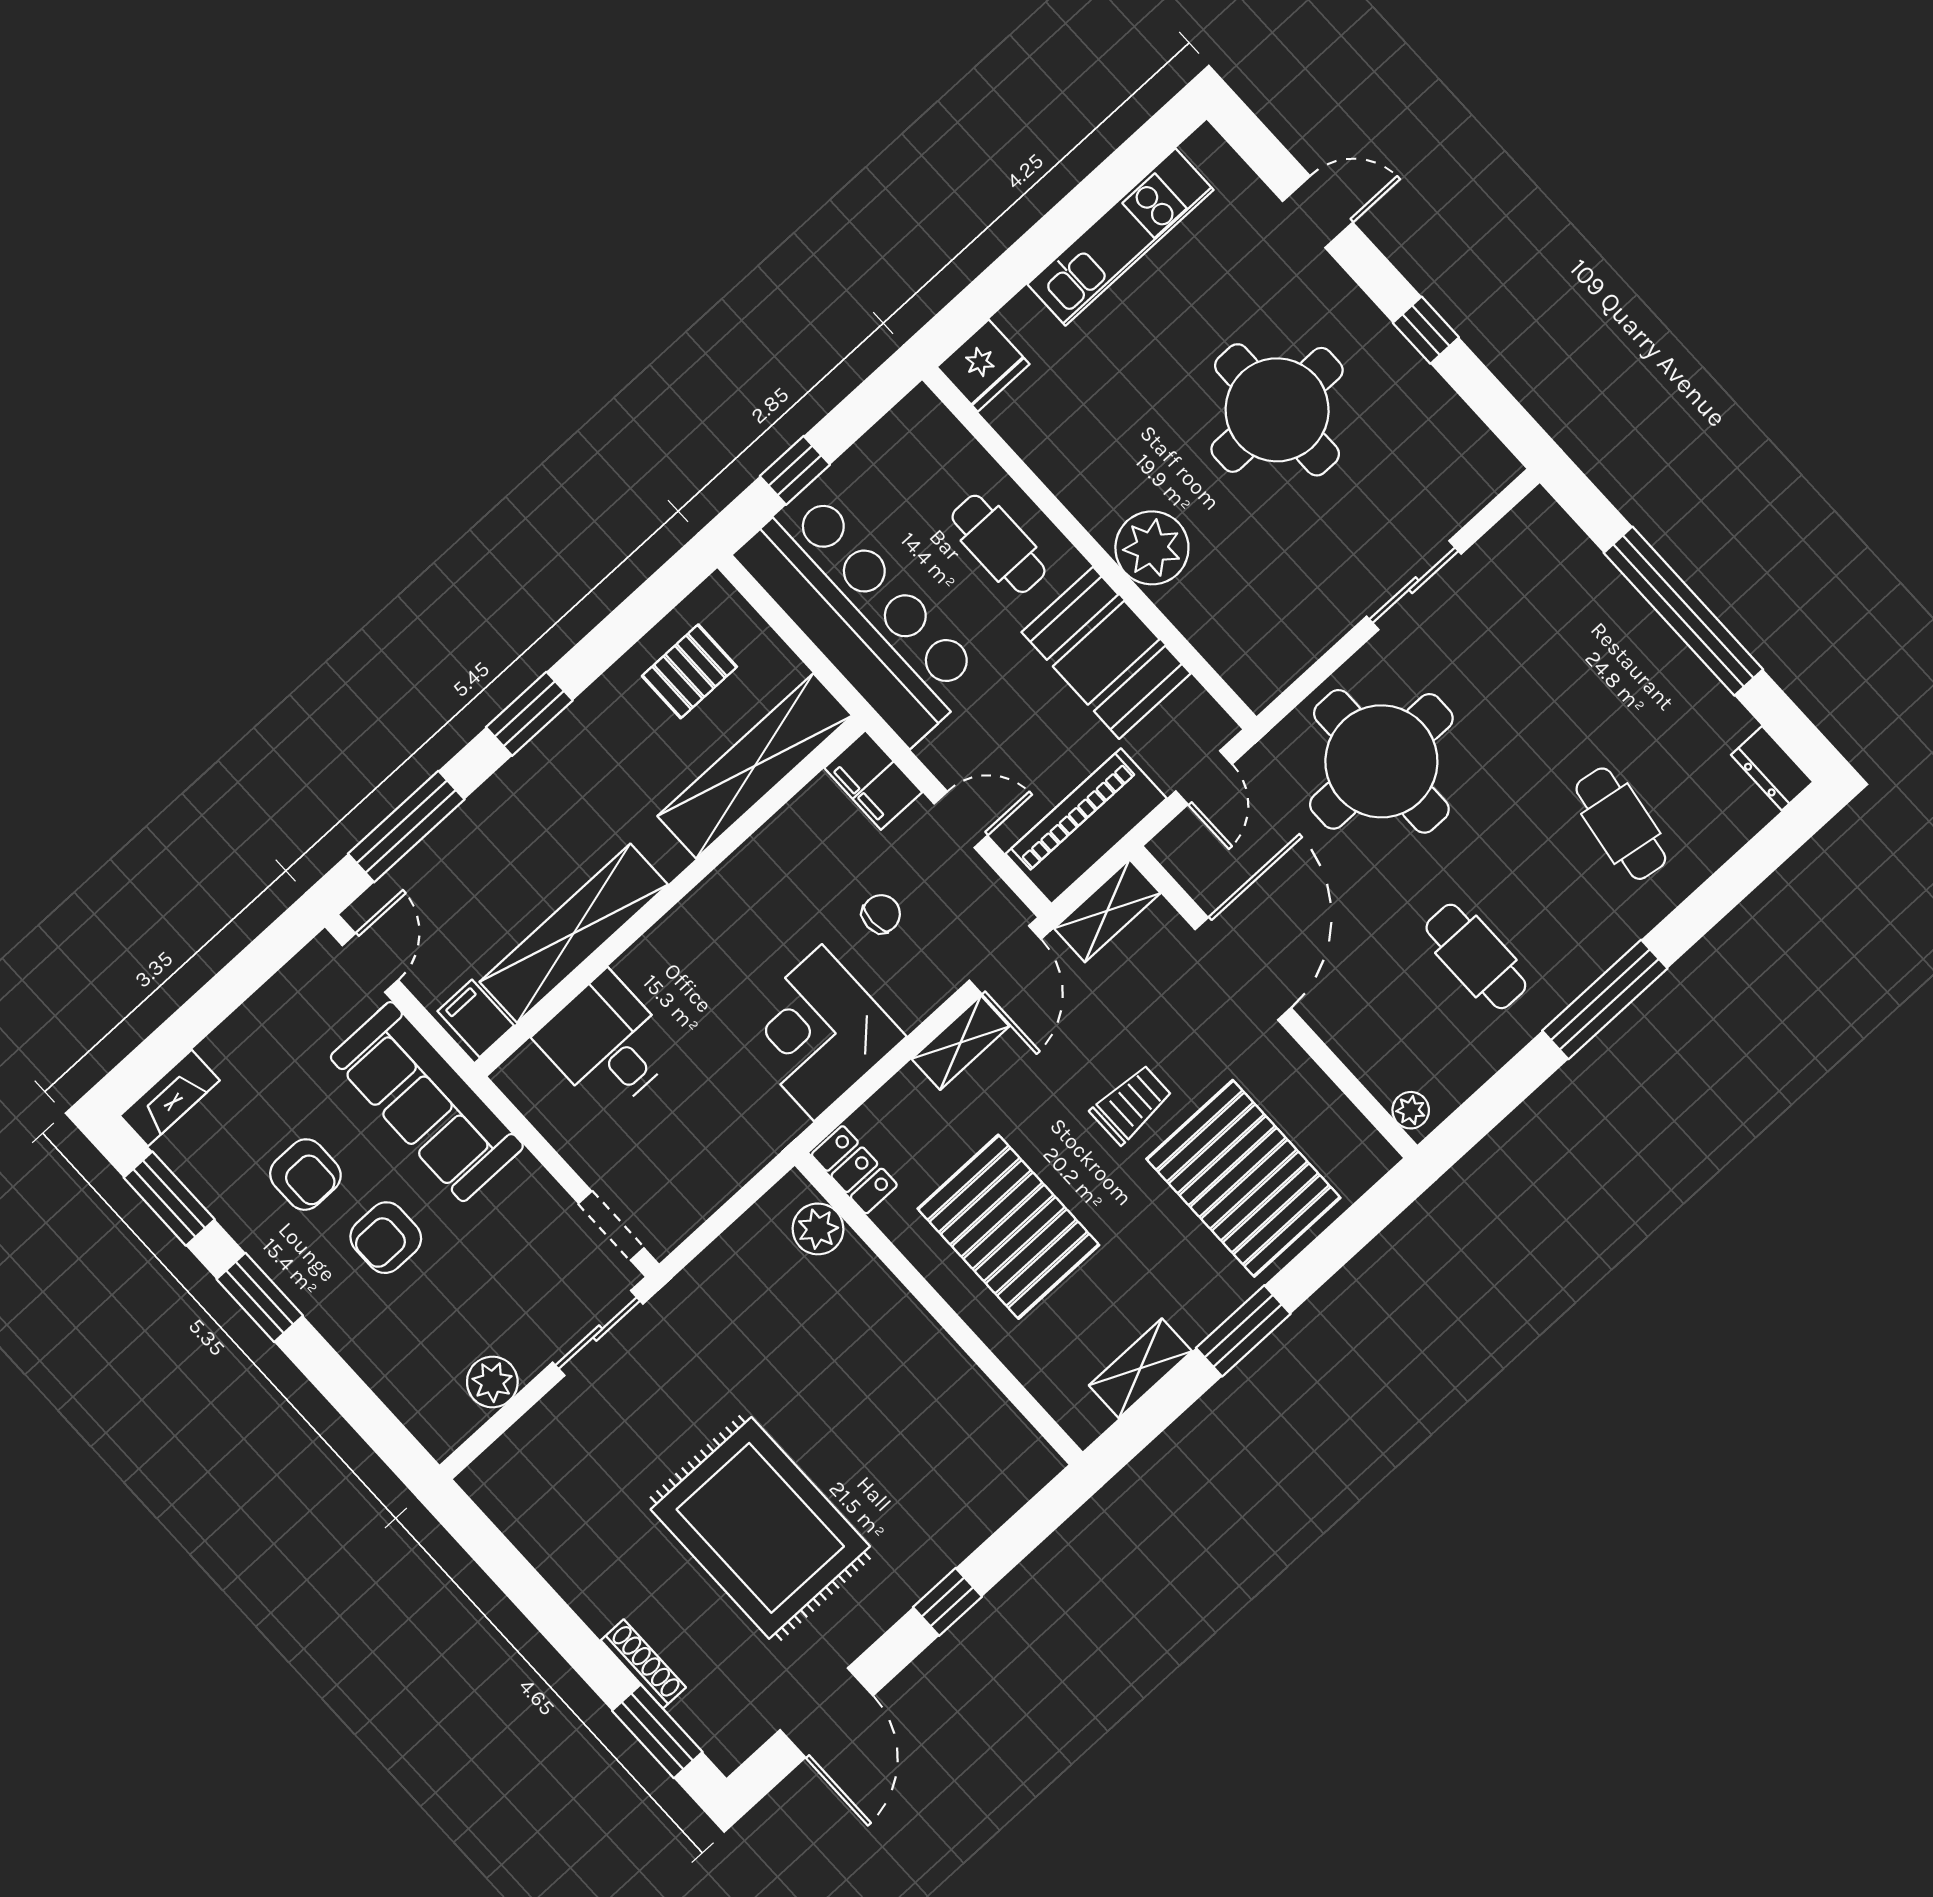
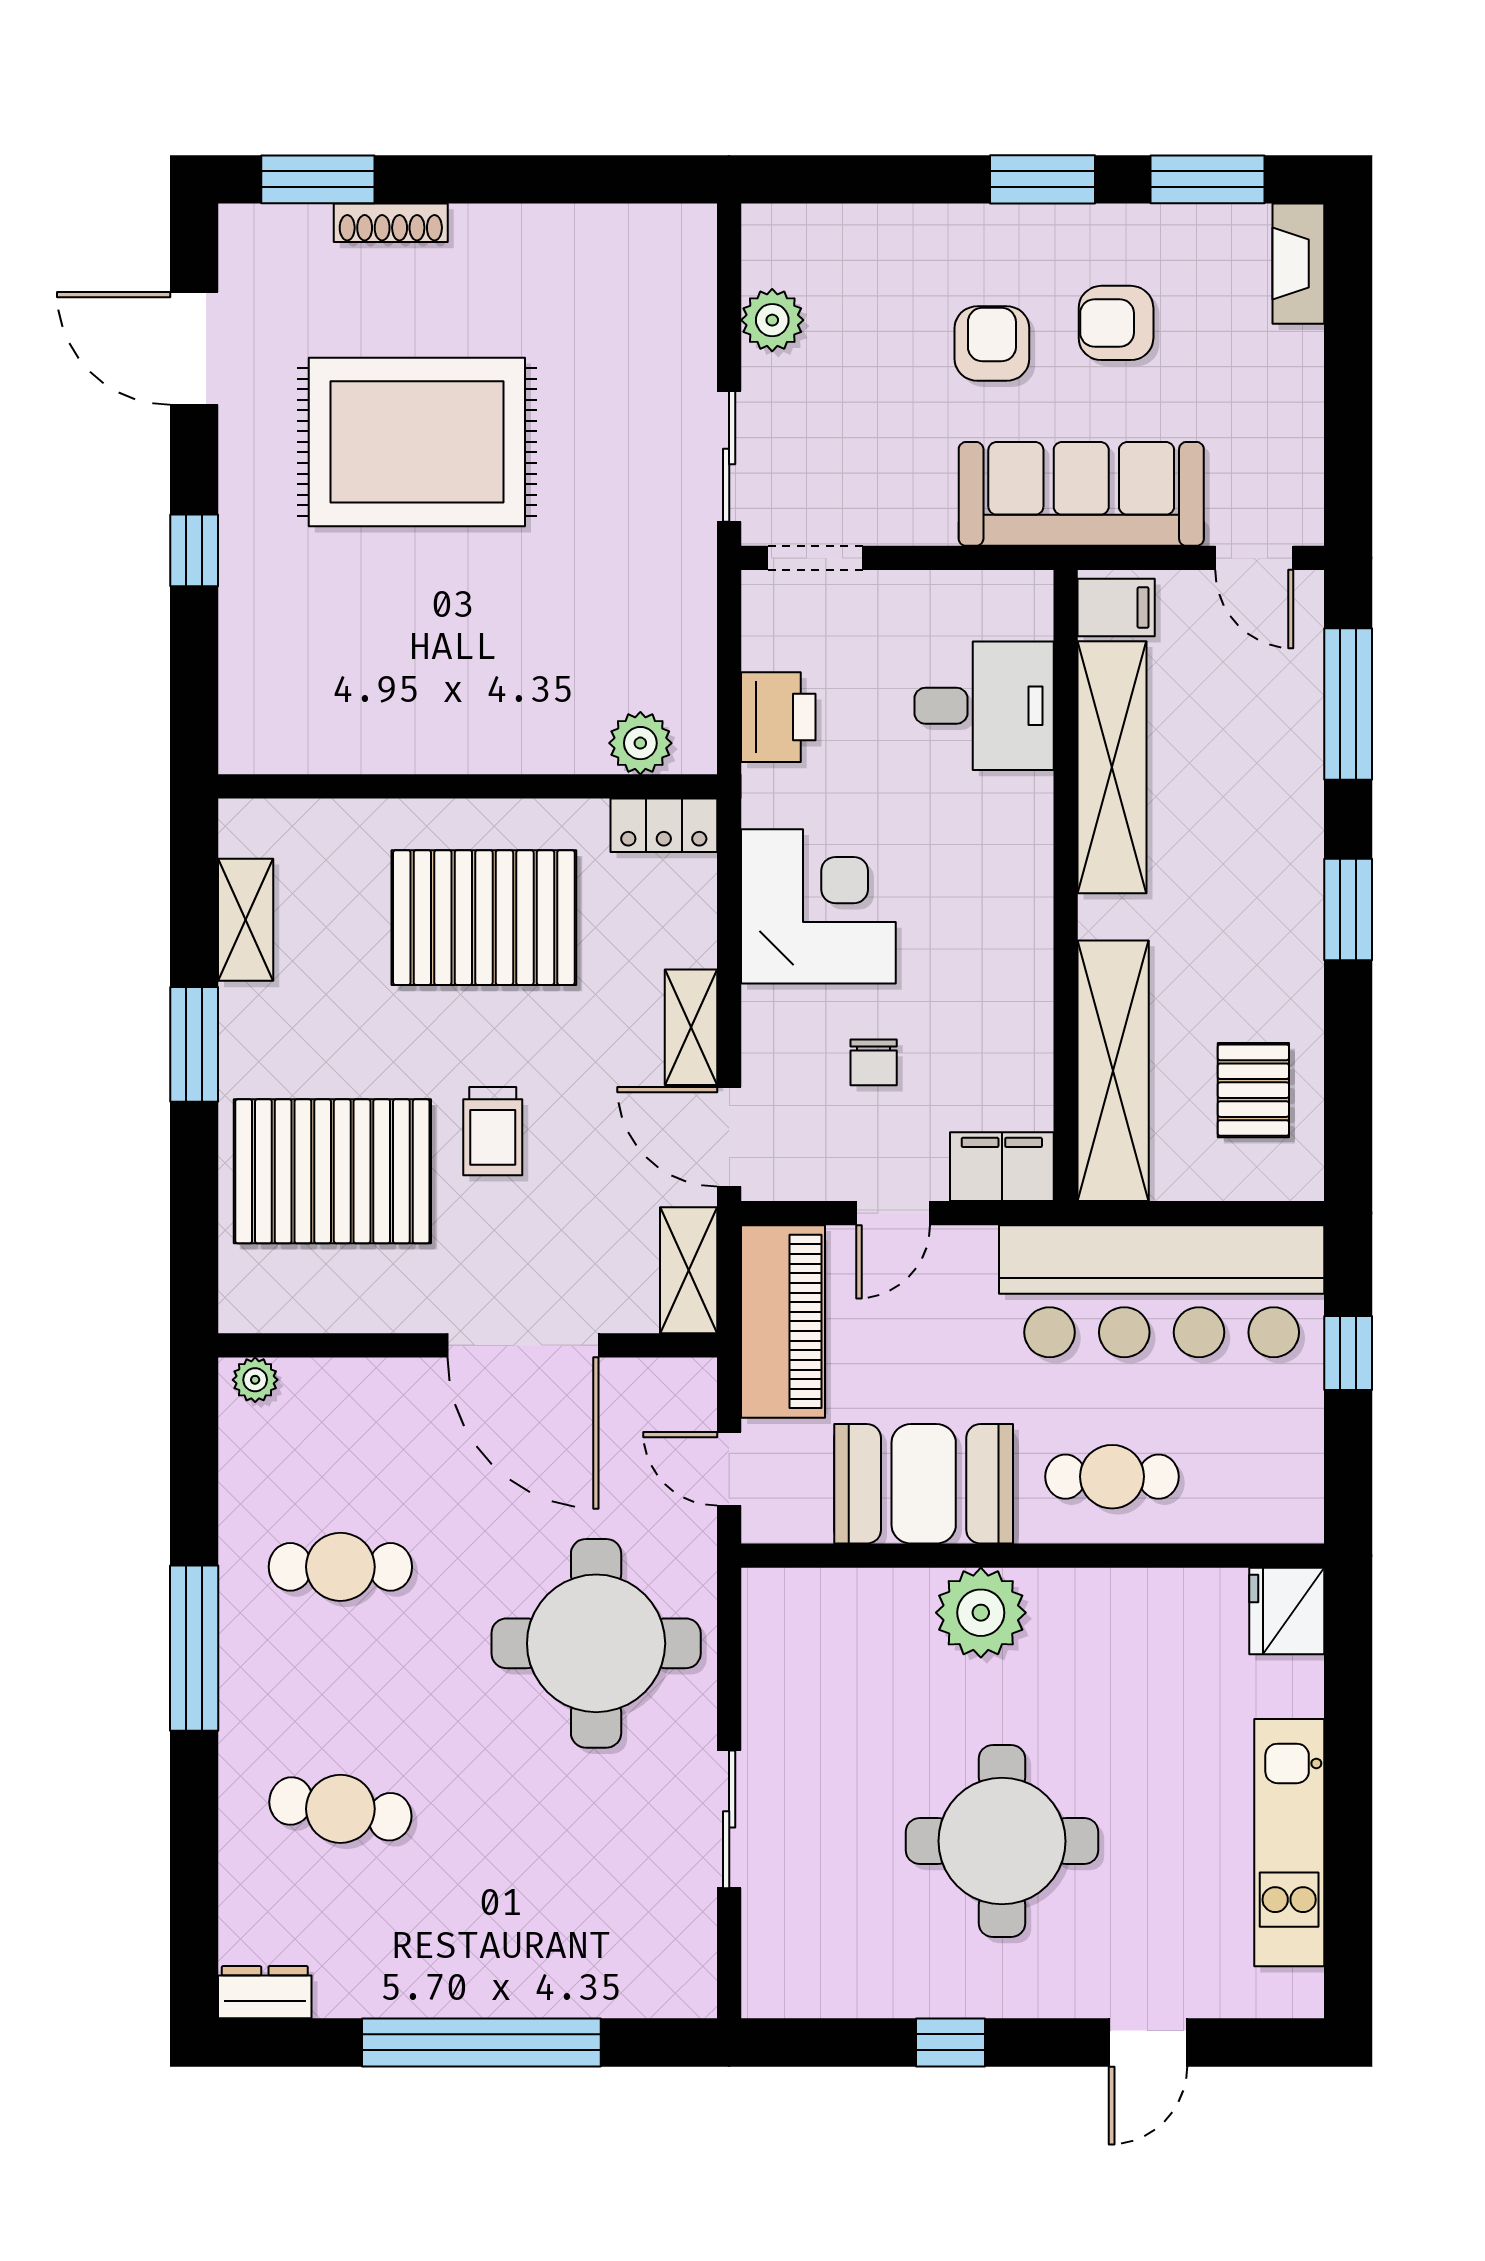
printer: (727, 1161) -> (778, 717), added

